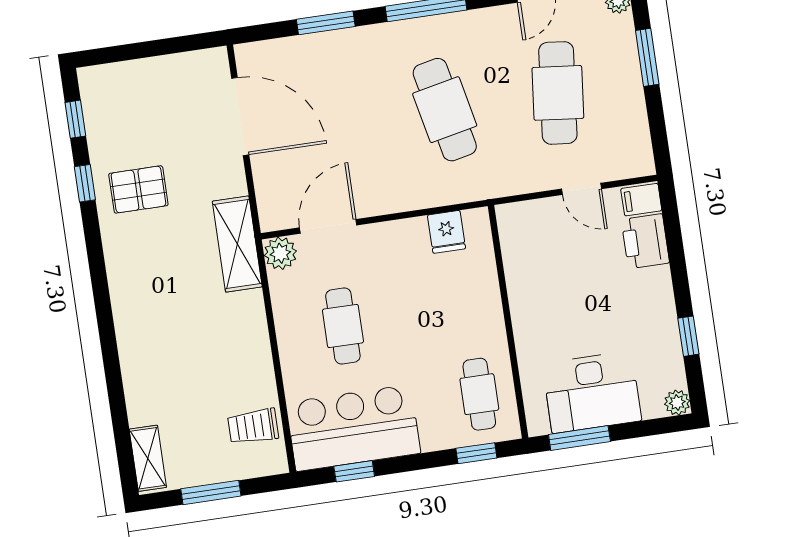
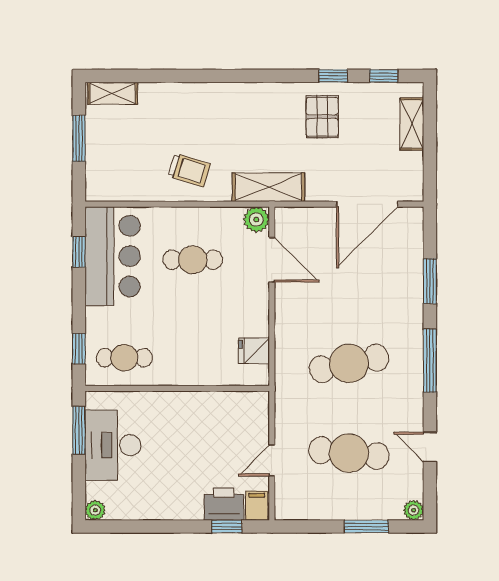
shelving: (131, 75) -> (412, 124), added
window: (688, 336) -> (227, 526), moved
trolley: (253, 426) -> (189, 170), moved, turned 107

